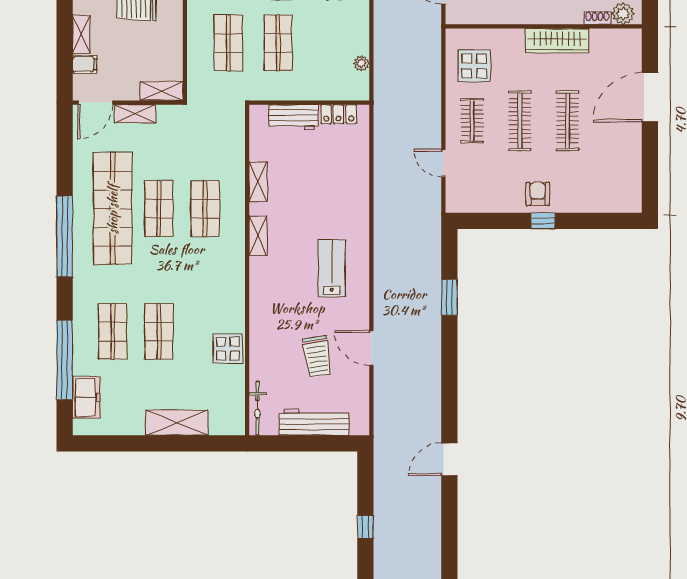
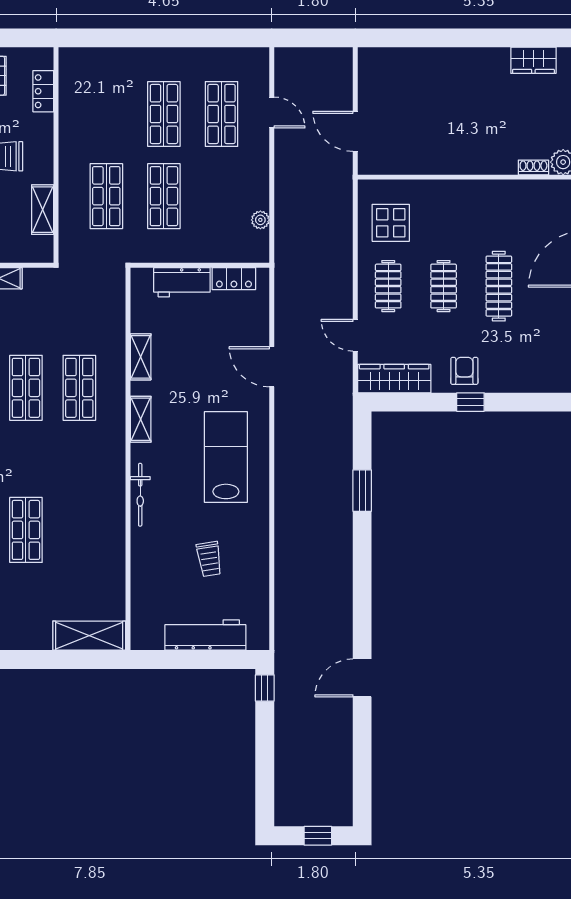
wardrobe: (557, 41) -> (394, 379), moved, turned 180
shelving: (162, 91) -> (43, 210), moved, turned 90
clothes rail: (520, 121) -> (444, 286), width x0.73
lab bench: (332, 268) -> (226, 457), width x1.36, depth x1.39
door: (371, 348) -> (272, 367), moved
display table: (228, 349) -> (106, 550), removed
trolley: (317, 357) -> (209, 559), width x0.73, depth x0.72
bicycle: (258, 408) -> (140, 495), moved
shelving: (177, 423) -> (89, 636), moved
window: (365, 527) -> (265, 688), moved

